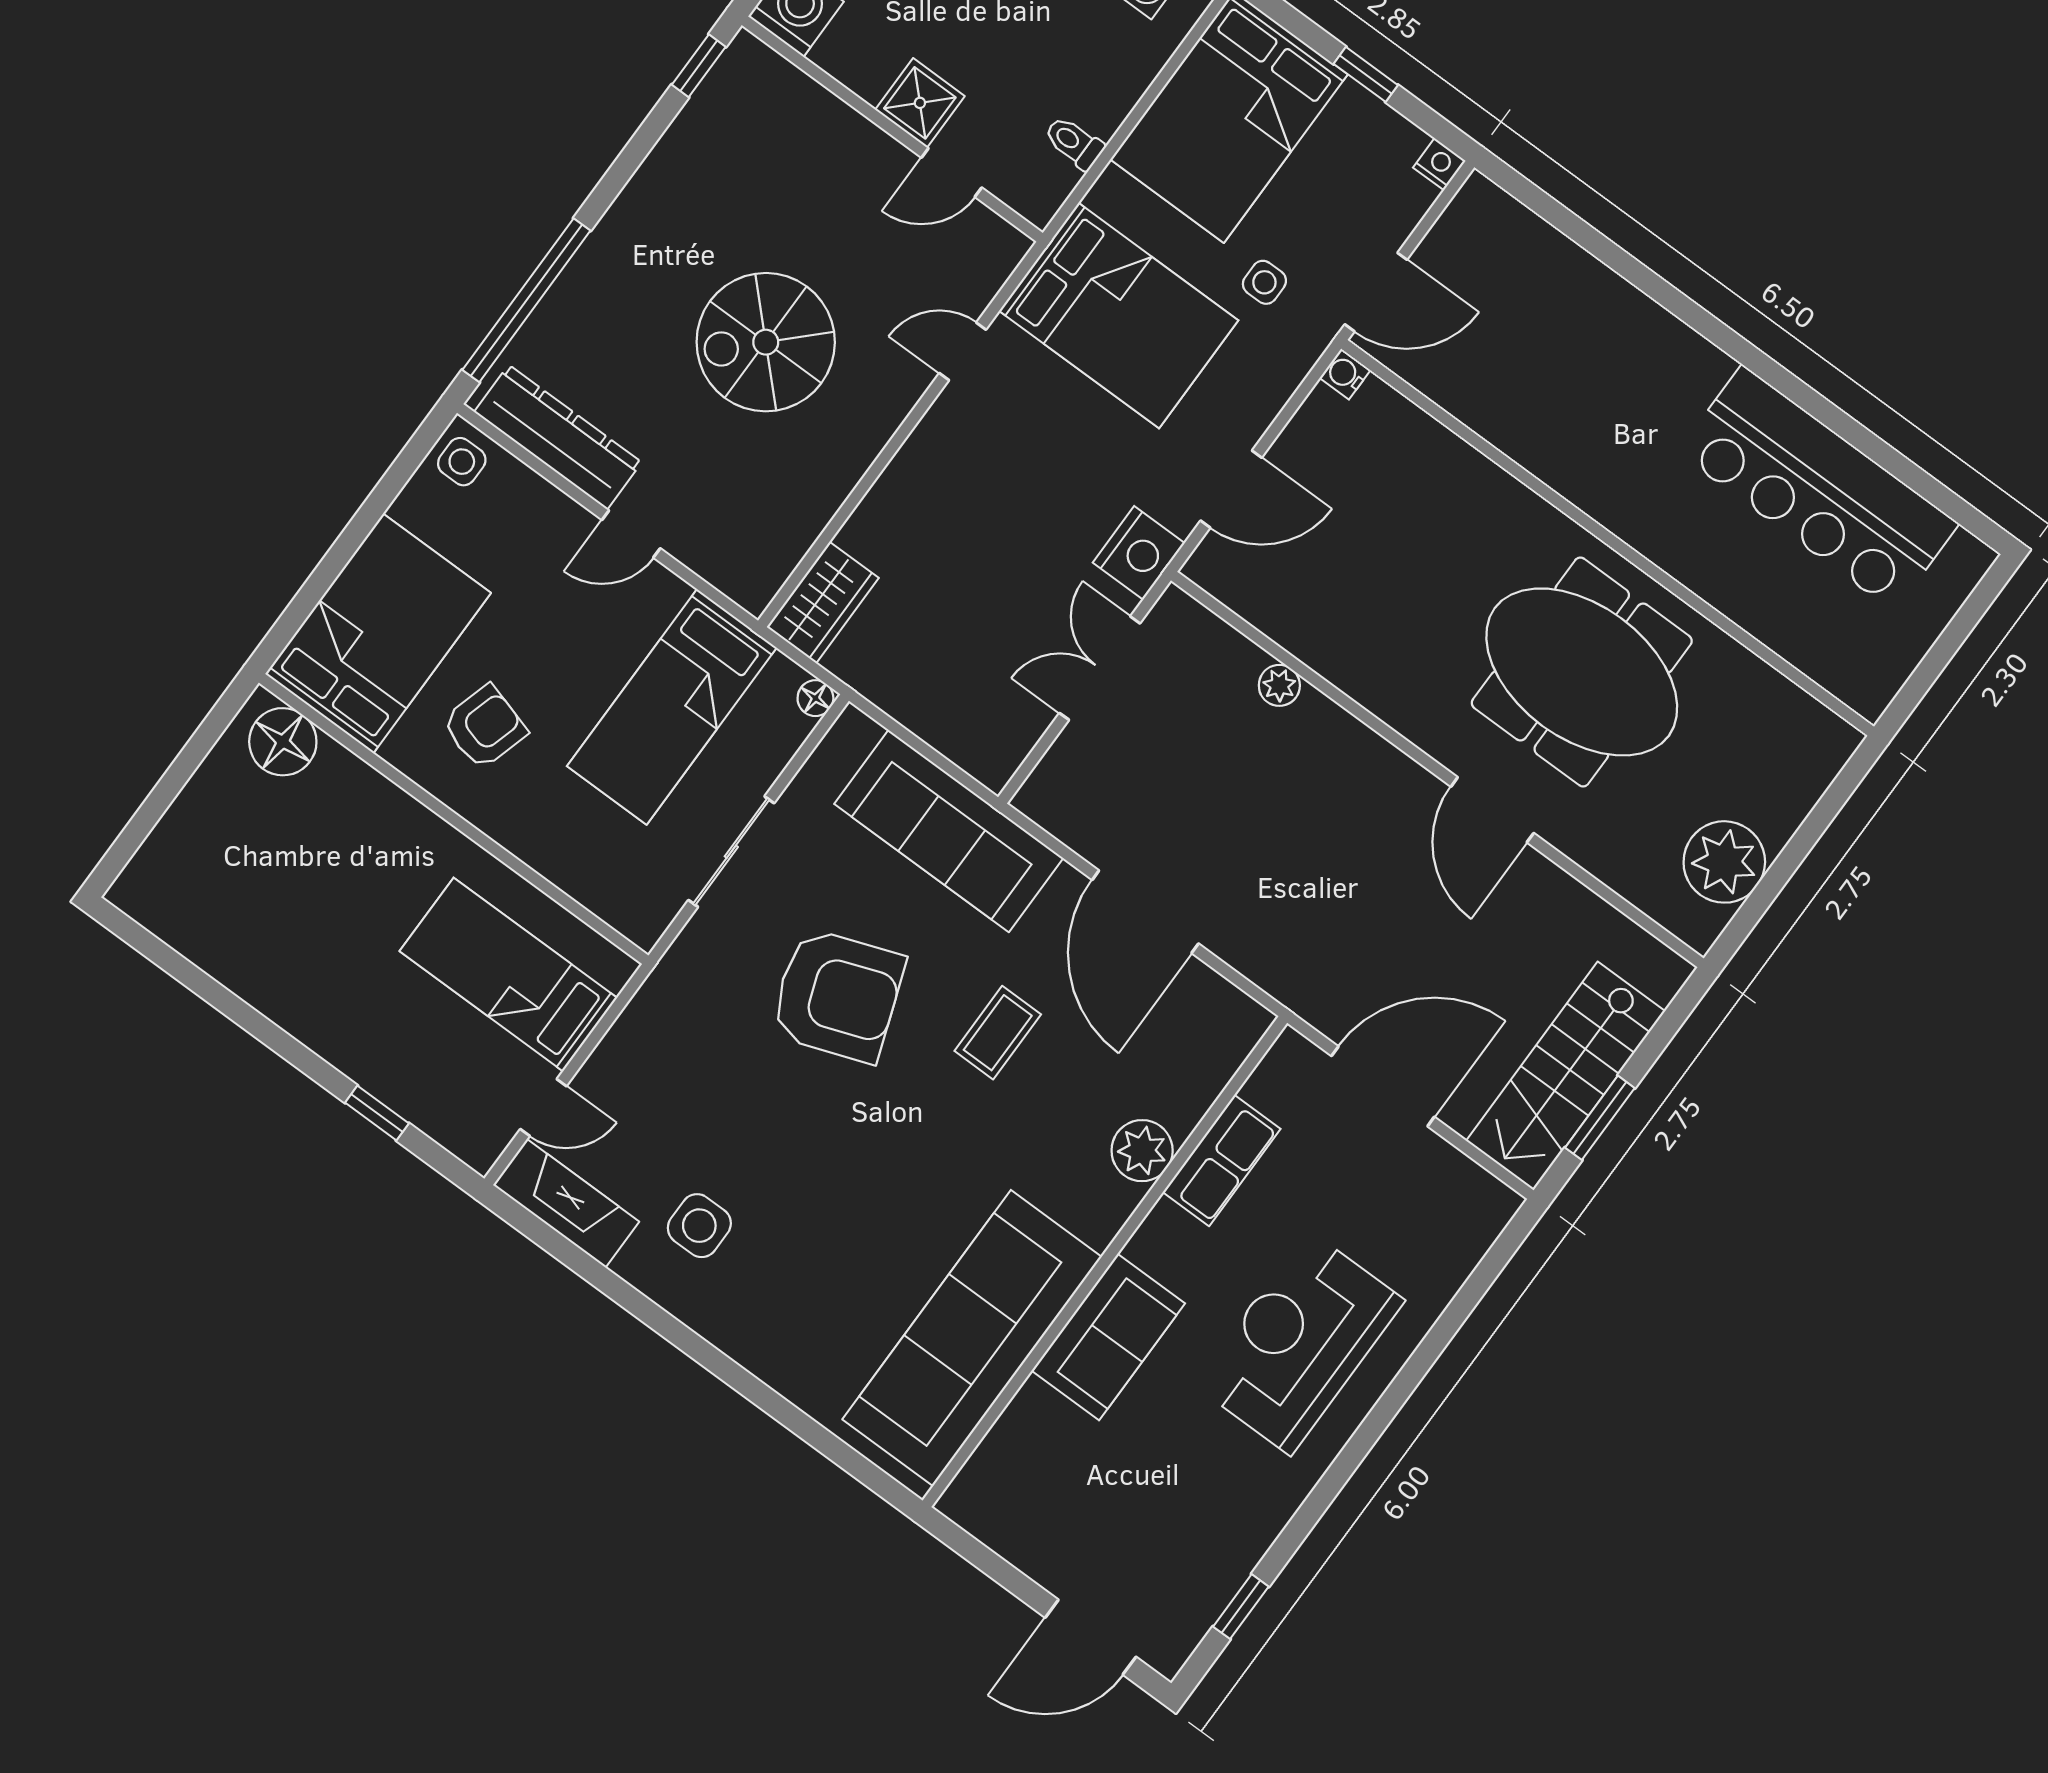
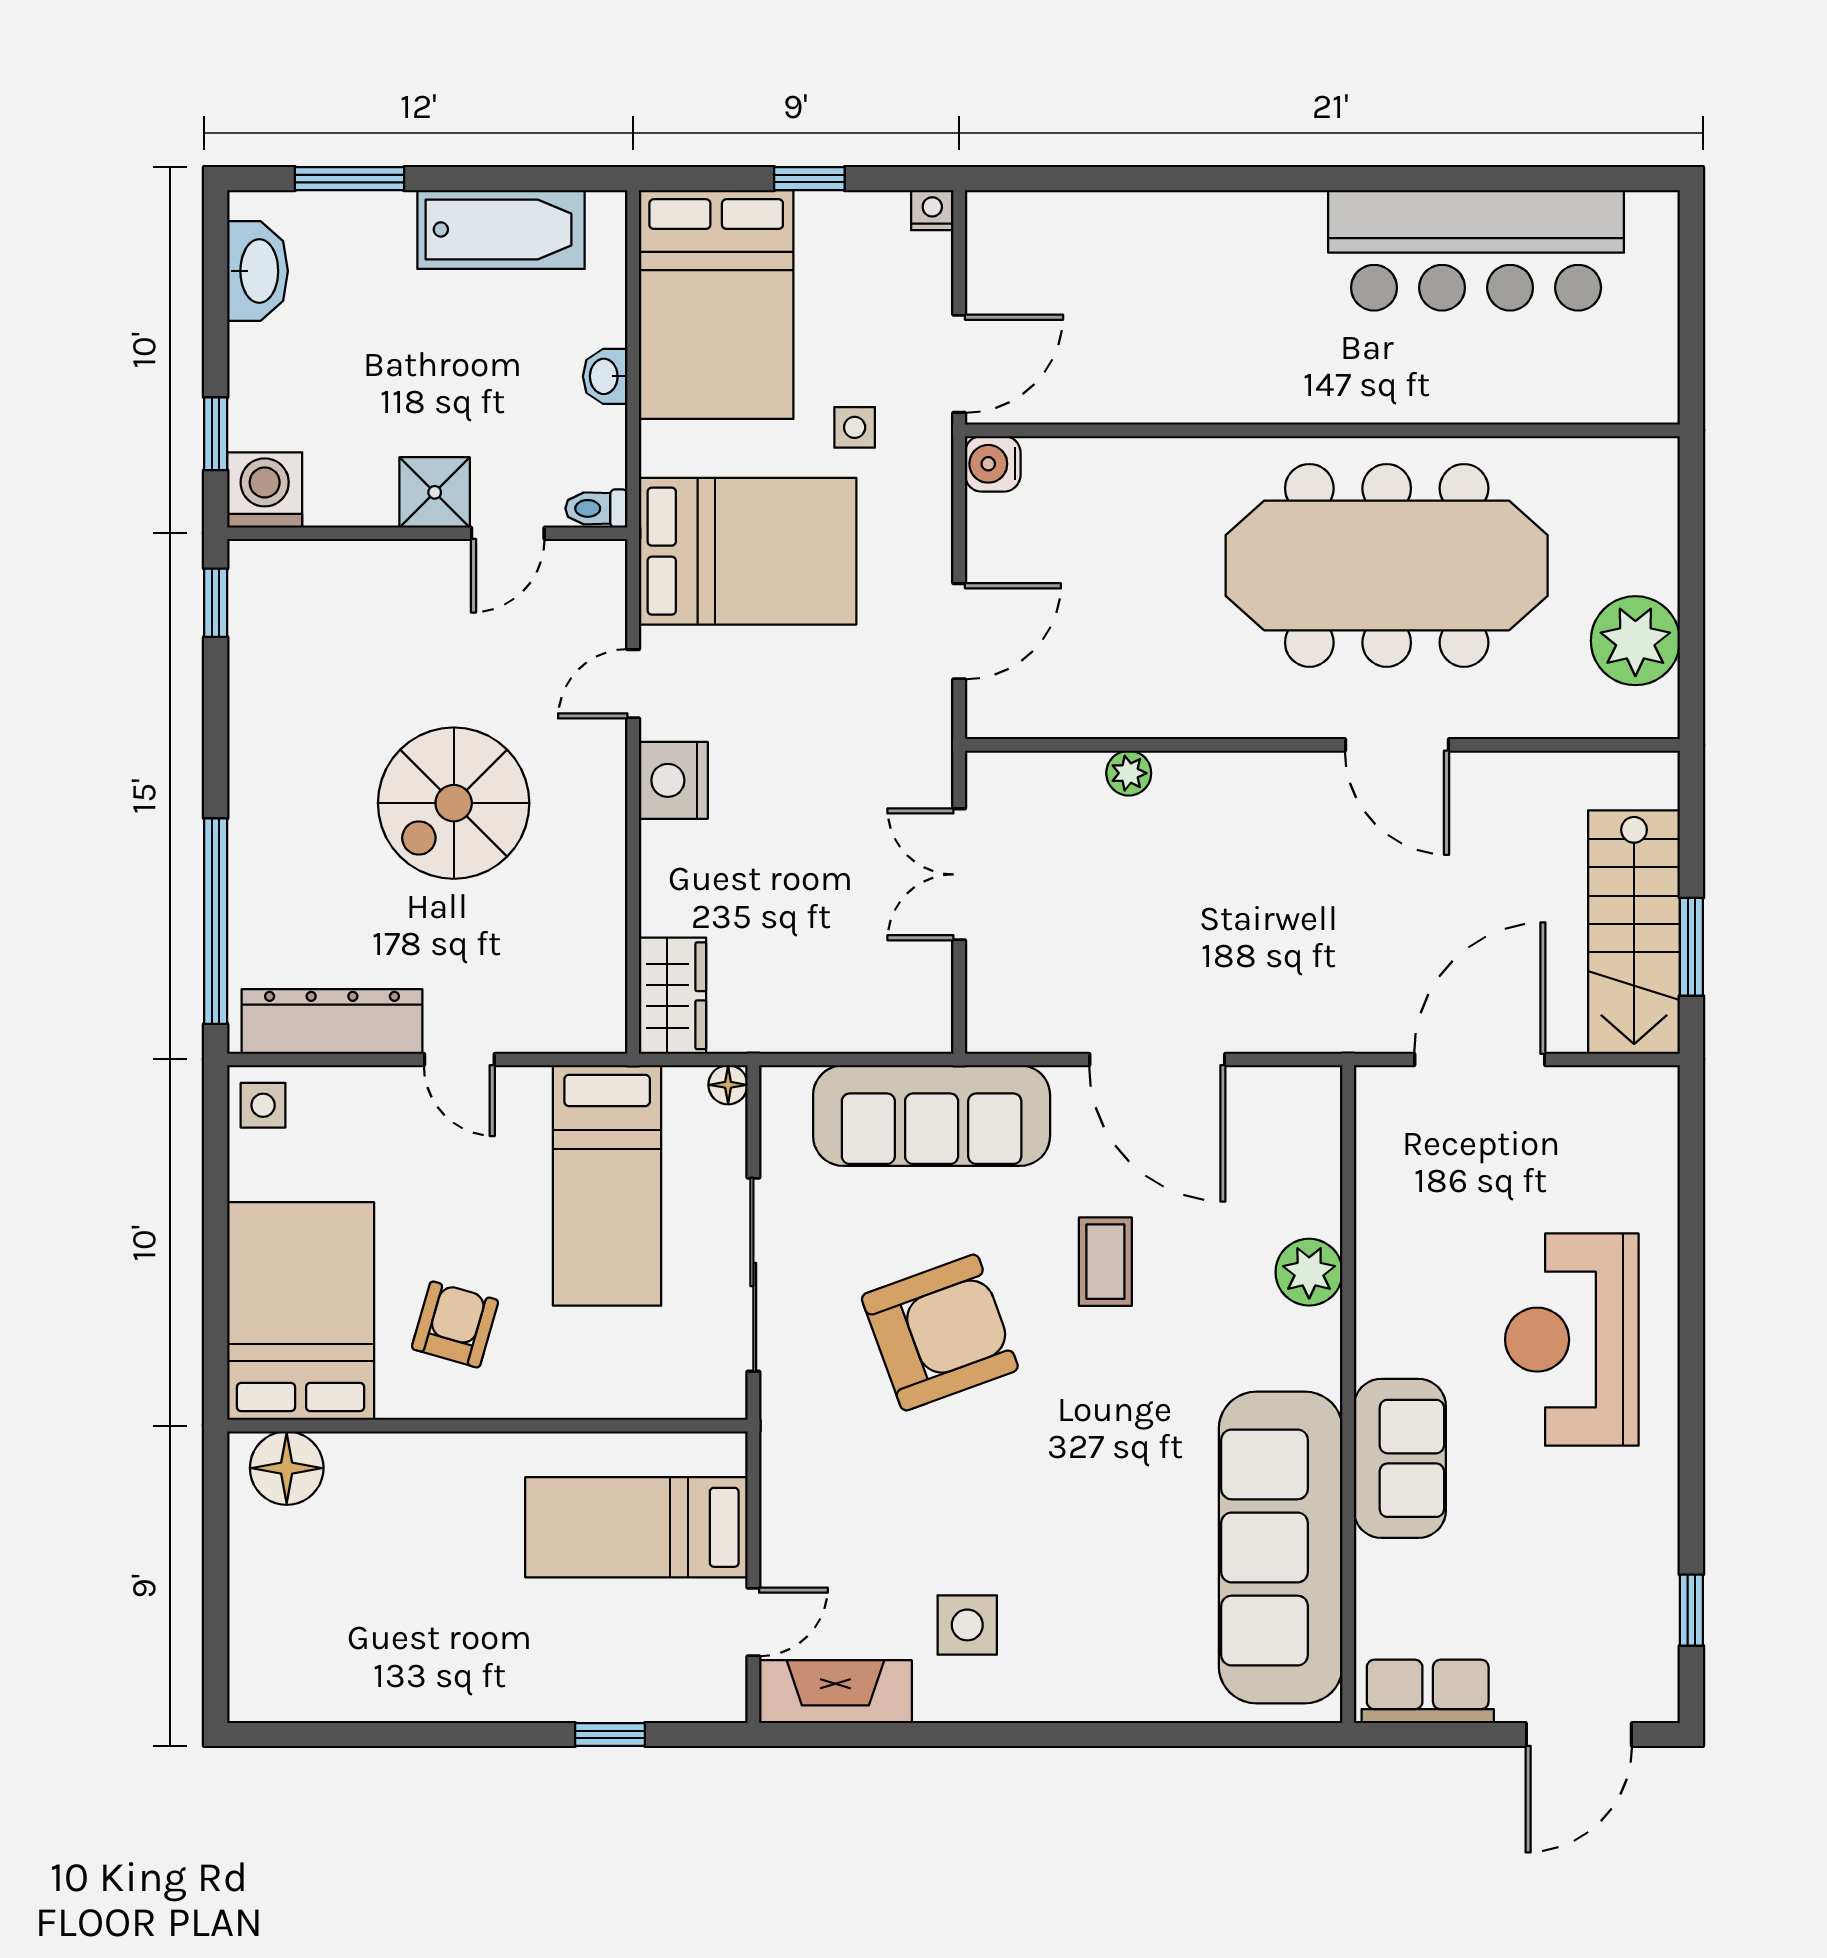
washbasin: (1108, 110) -> (605, 376), added
toilet: (1074, 143) -> (596, 508), moved
water cooler: (1345, 374) -> (993, 464), width x1.38, depth x1.38
door: (631, 534) -> (459, 1059), hinge flipped
nightstand: (1139, 553) -> (673, 780), moved, turned 180
meeting table: (1582, 672) -> (1387, 565), width x1.36
sliding door: (731, 852) -> (753, 1275), width x1.37
row of seats: (1222, 1160) -> (1428, 1691), moved, turned -90

